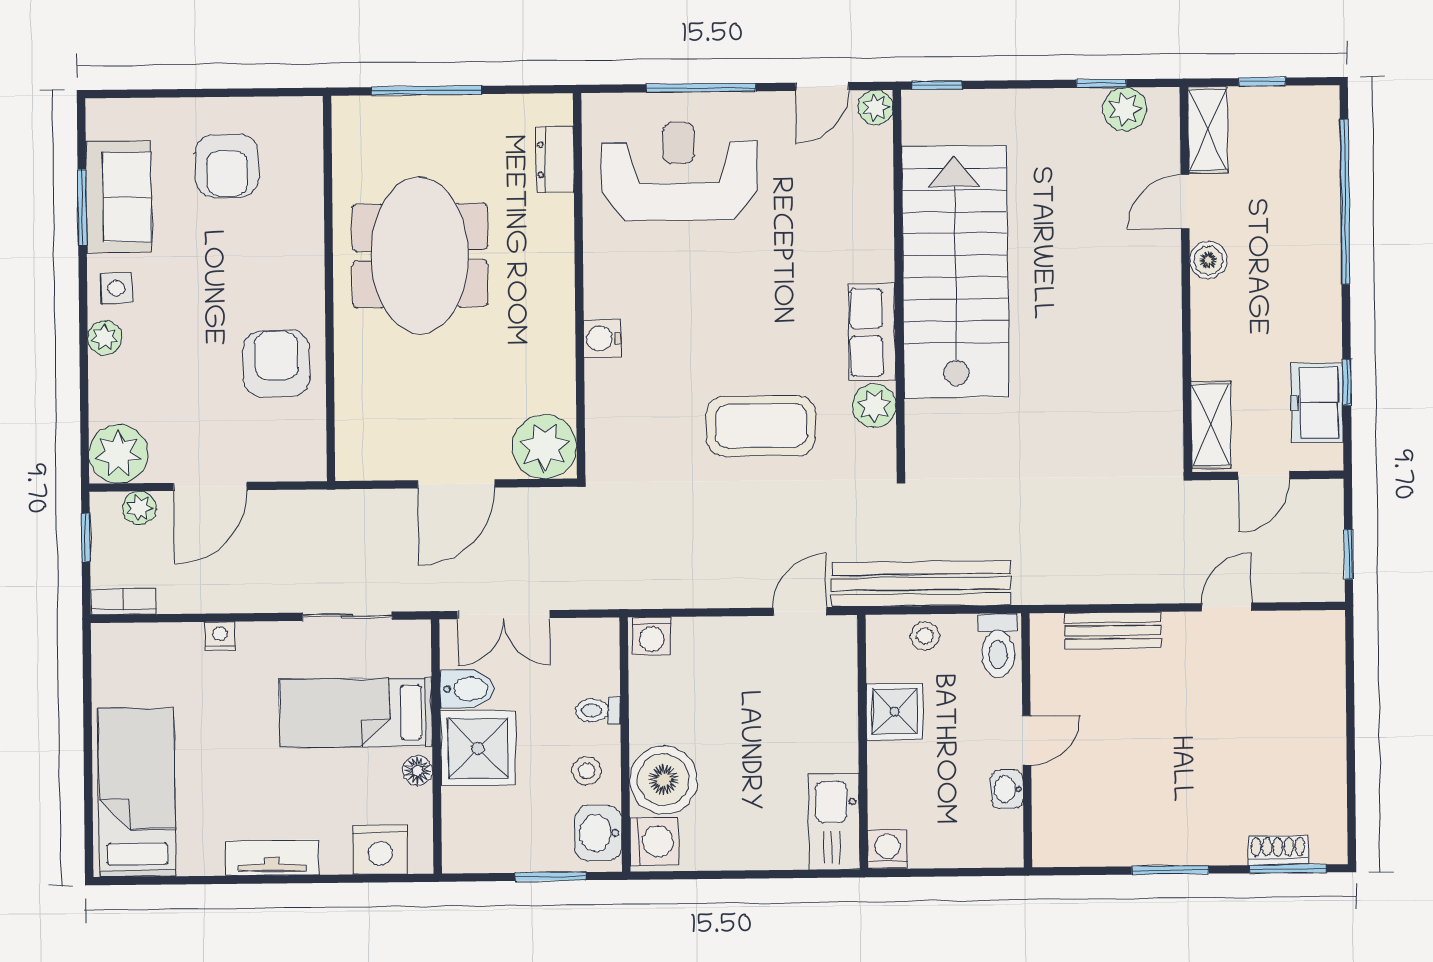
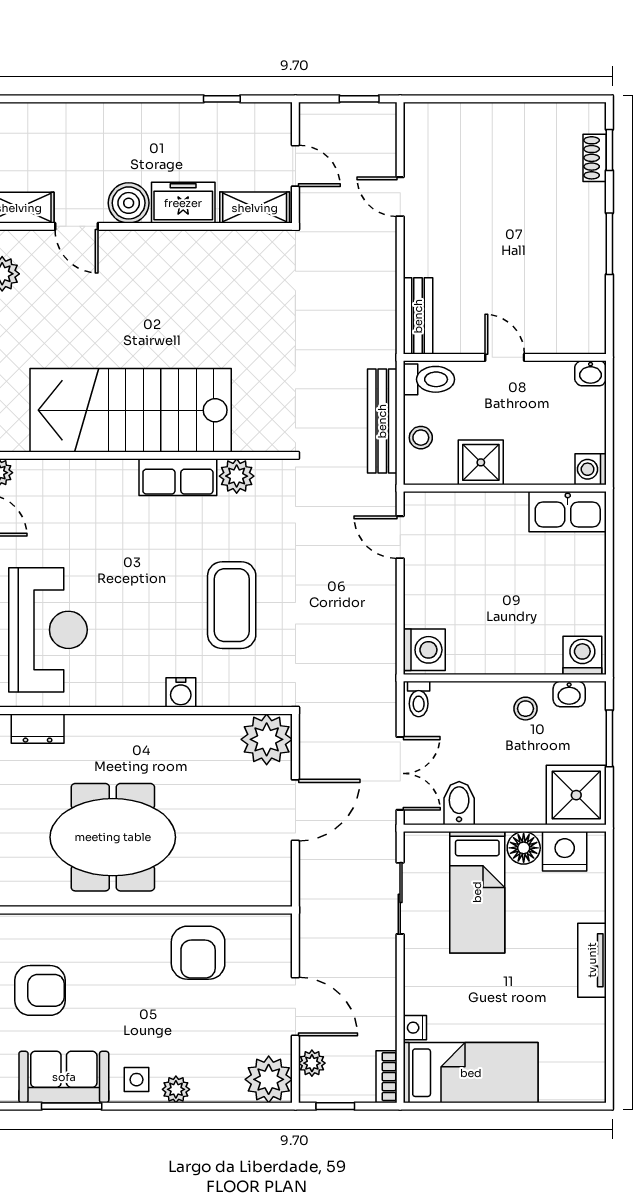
reception desk: (679, 171) -> (48, 630), turned 180
window: (1345, 202) -> (78, 99), removed
boiler: (1208, 260) -> (129, 203), width x1.36, depth x1.36
armchair: (276, 364) -> (198, 953), turned -90
freezer: (1317, 403) -> (183, 203), moved, turned 180
coffee table: (761, 426) -> (232, 605), moved
door: (456, 484) -> (295, 810), hinge flipped
bench: (921, 584) -> (382, 421), width x0.73, depth x0.82
bench: (1113, 631) -> (418, 316), moved
nightstand: (220, 636) -> (415, 1028), moved
washing machine: (652, 636) -> (424, 650), width x1.38, depth x1.38
toilet: (598, 710) -> (419, 699), moved
shower: (478, 748) -> (576, 795), moved
floor lamp: (418, 770) -> (524, 848), width x1.37, depth x1.37
boiler: (664, 780) -> (533, 647), removed
washbasin: (1007, 789) -> (591, 373), moved
bed: (137, 793) -> (471, 1073), moved, turned 180
washbasin: (598, 833) -> (569, 694), width x0.72, depth x0.69
nightstand: (380, 849) -> (565, 851), moved, turned -90
window: (1288, 869) -> (609, 150), width x0.67

